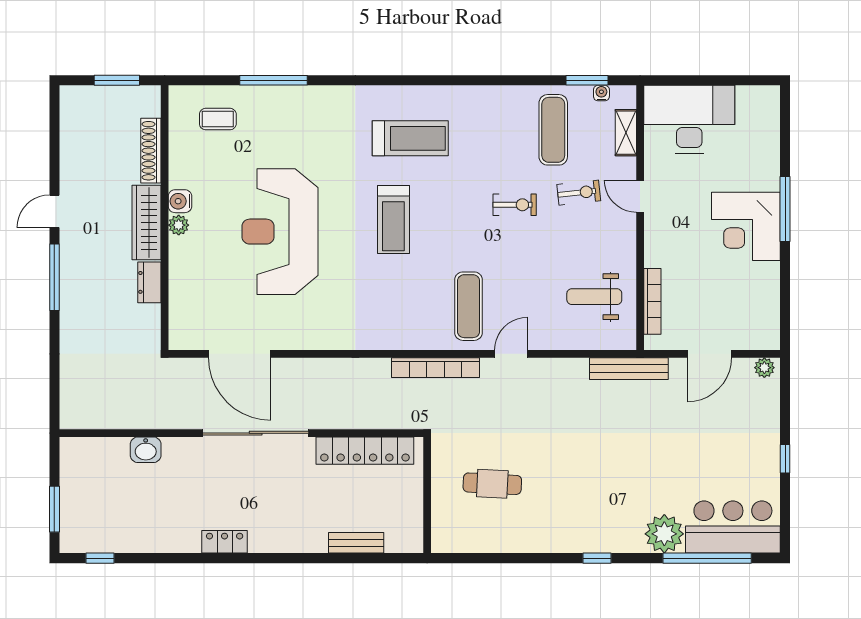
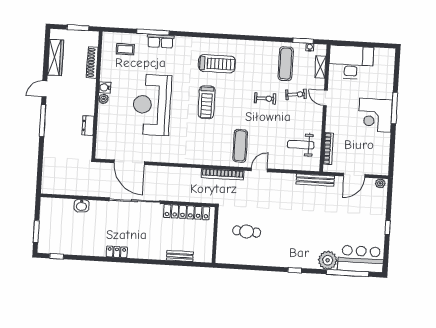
row of seats: (290, 98) -> (160, 41), added
wardrobe: (146, 223) -> (56, 57), moved, turned 180

